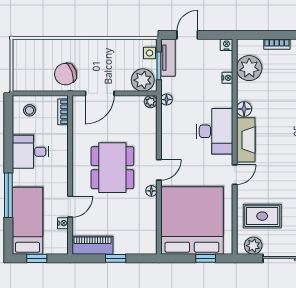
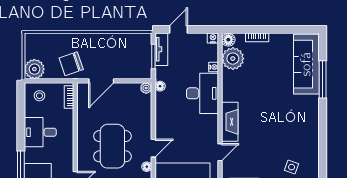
side table: (150, 53) -> (145, 45), removed
plant: (143, 80) -> (34, 69), moved
floor lamp: (244, 109) -> (228, 40), moved
desk: (215, 131) -> (202, 93), moved

